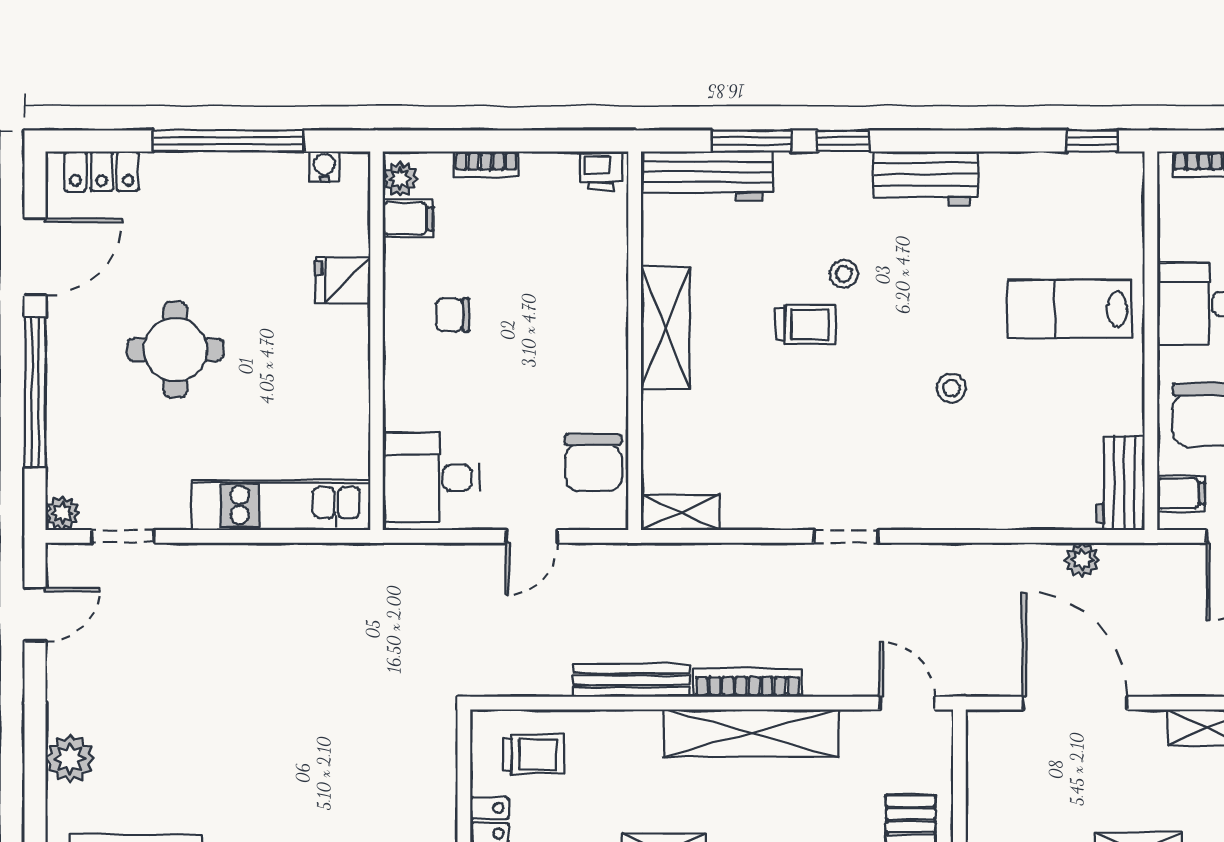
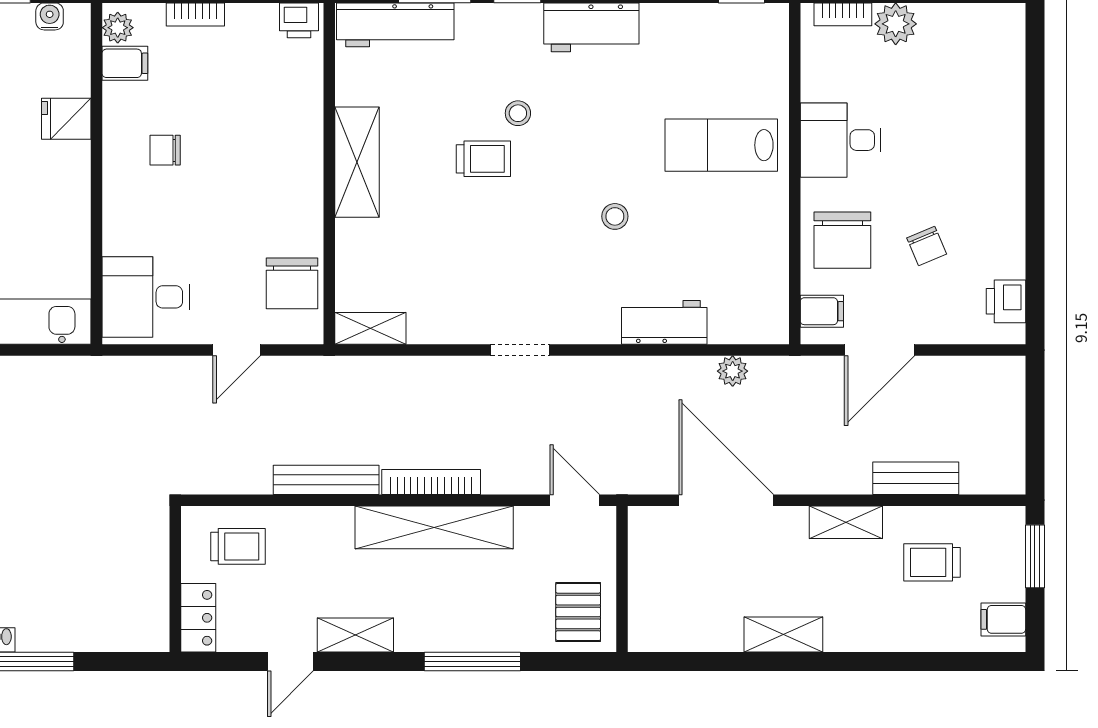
workbench: (1120, 483) -> (664, 322), moved, turned 90

